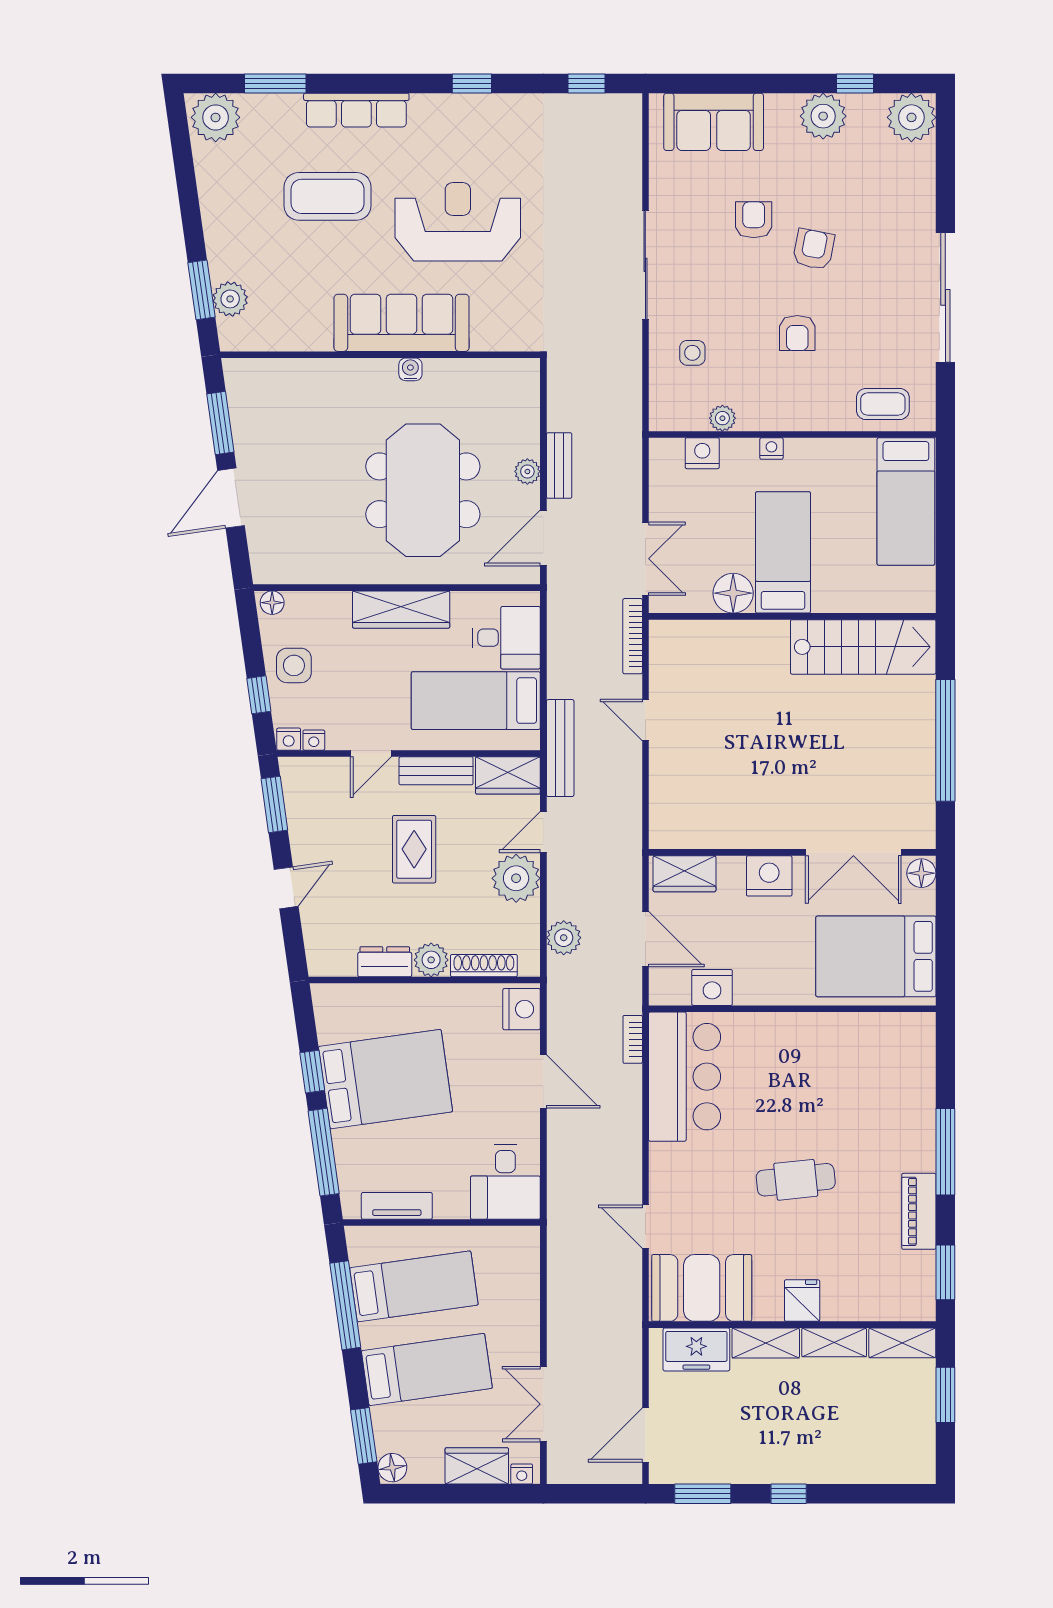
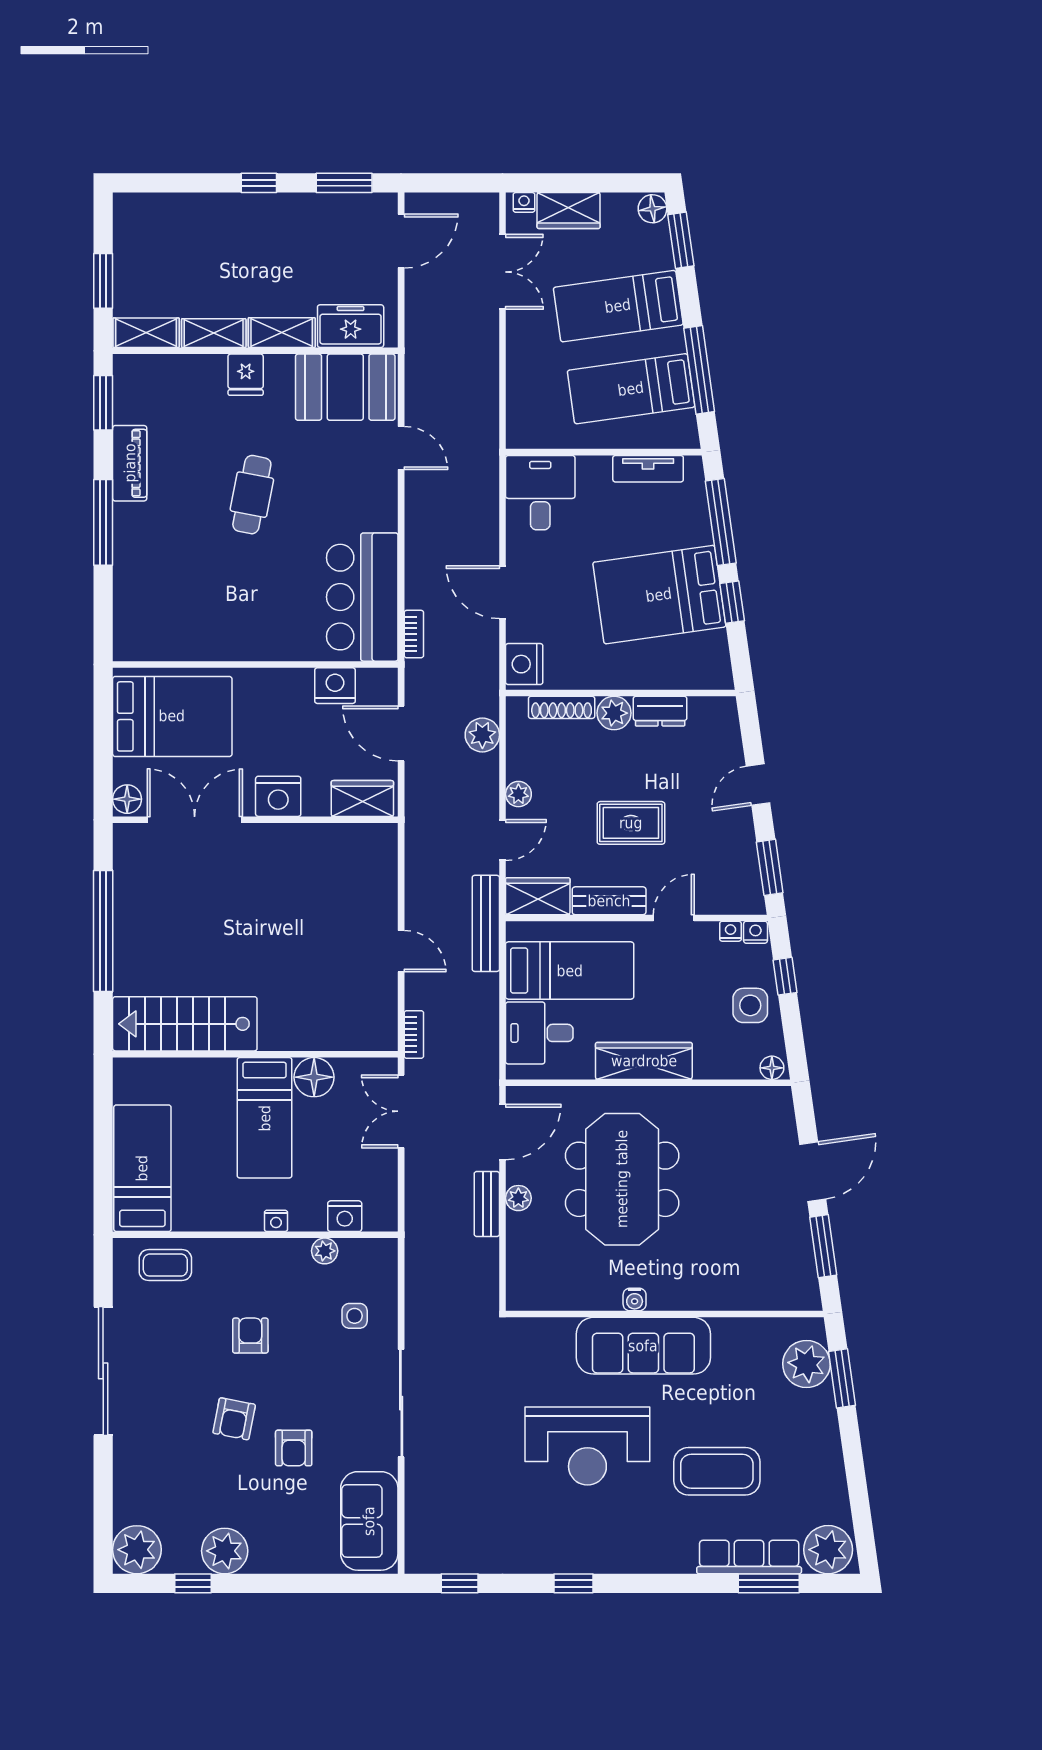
row of seats: (356, 110) -> (749, 1557), moved
sofa: (714, 122) -> (369, 1521), moved, turned -90
plant: (230, 299) -> (806, 1364), width x1.36, depth x1.36
bookcase: (633, 636) -> (414, 1035), width x0.64
rug: (414, 849) -> (631, 823), turned 90
plant: (516, 878) -> (518, 794), width x0.53, depth x0.53
cafe table: (796, 1180) -> (252, 495), turned -73

